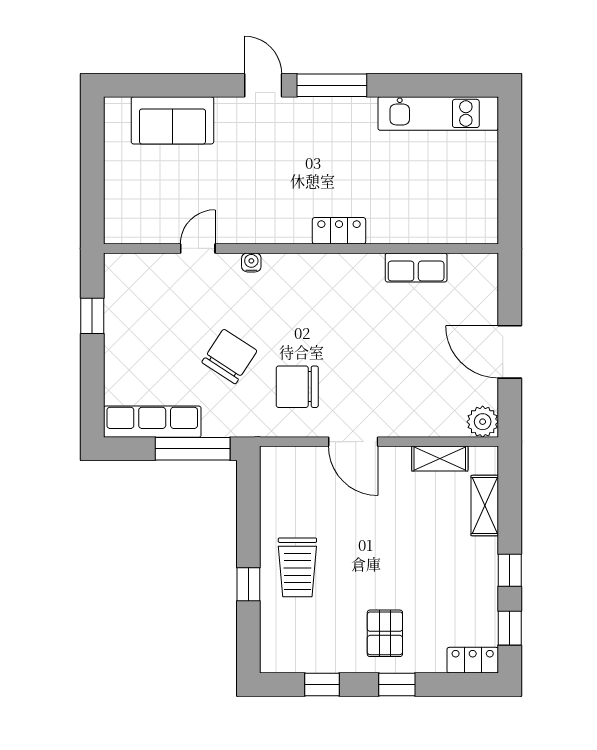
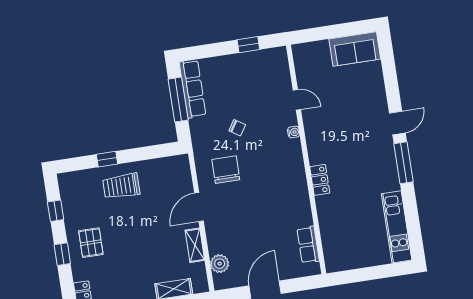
sofa: (172, 120) -> (355, 49), moved, turned -90
row of seats: (416, 267) -> (308, 245), moved
chair: (229, 357) -> (237, 128), width x0.54, depth x0.54
plant: (483, 422) -> (220, 264), moved
window: (193, 449) -> (178, 100), moved
shelving: (440, 459) -> (195, 245), moved
pallet: (385, 633) -> (91, 243), turned 90

